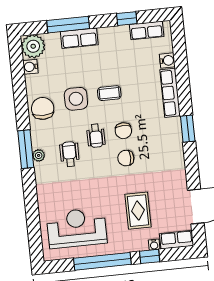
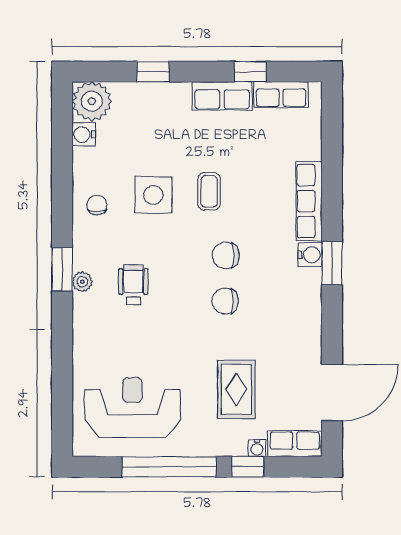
window: (68, 25) -> (153, 72), width x0.46
row of seats: (79, 38) -> (222, 96), moved
water cooler: (167, 60) -> (310, 255), moved
coffee table: (109, 93) -> (209, 191), turned 90
chair: (43, 108) -> (97, 205), width x0.54, depth x0.54
chair: (123, 131) -> (226, 255), turned 90
wheelchair: (96, 136) -> (180, 259), removed
window: (26, 149) -> (62, 269), width x0.69

